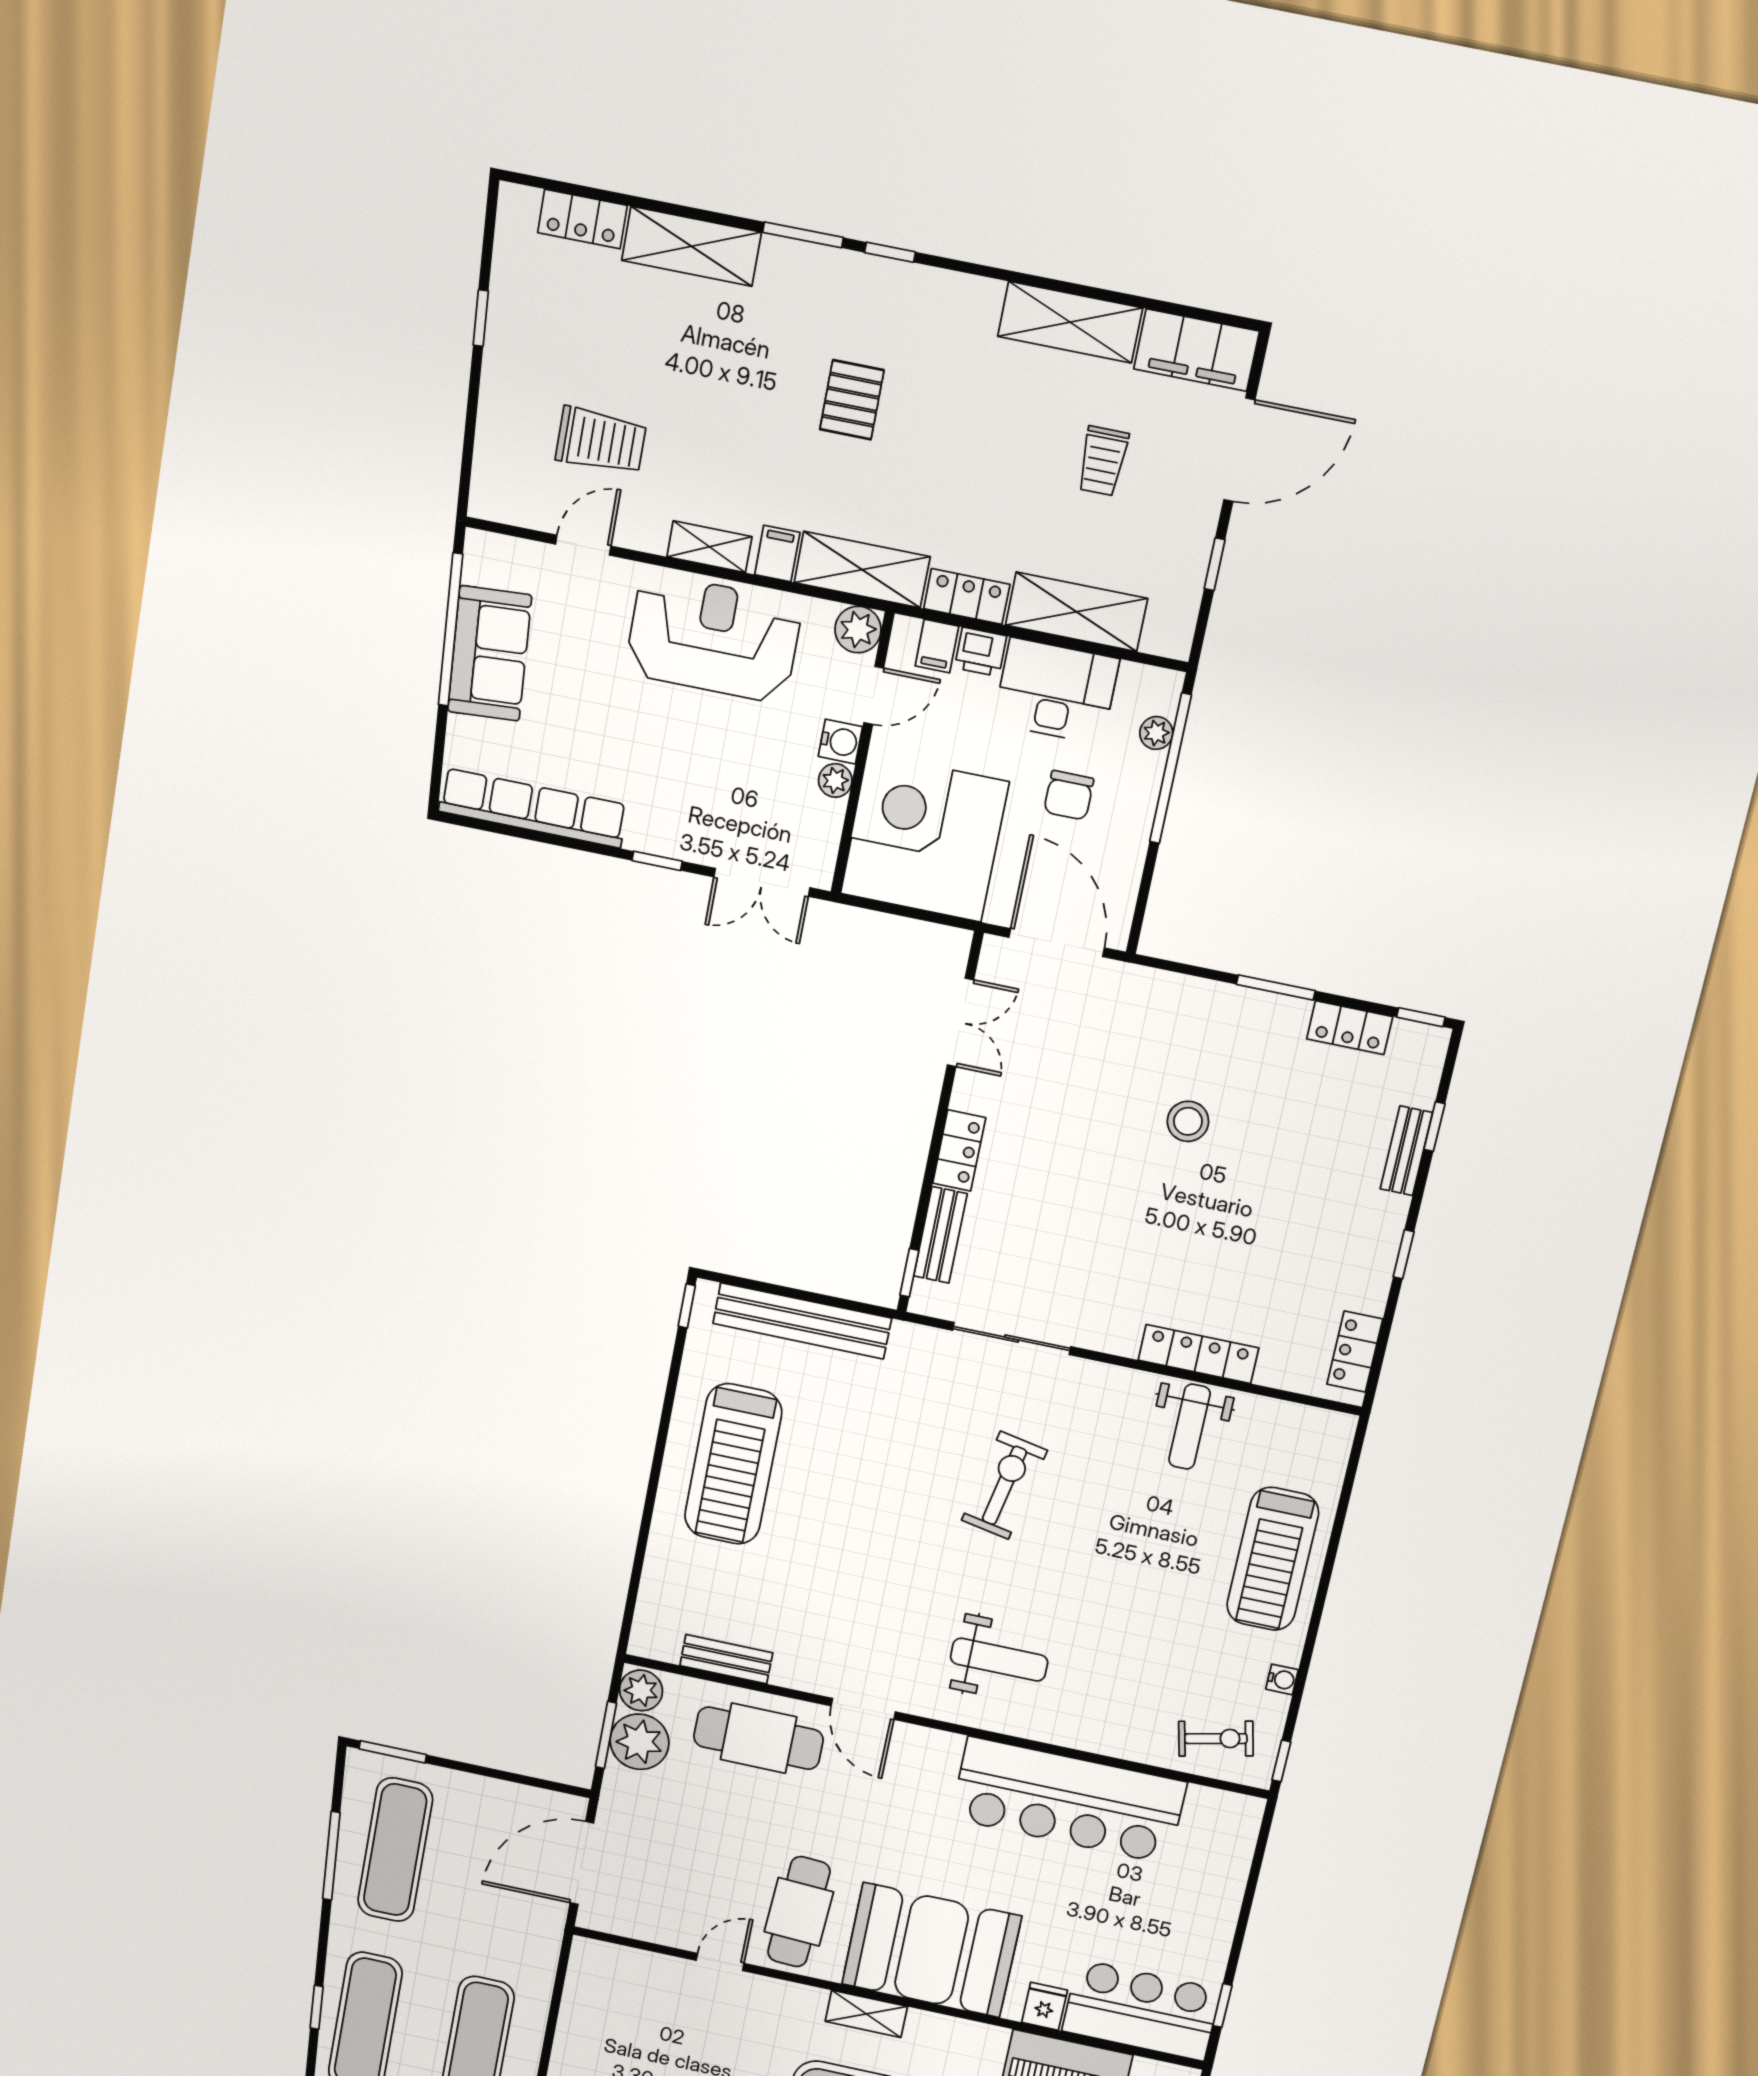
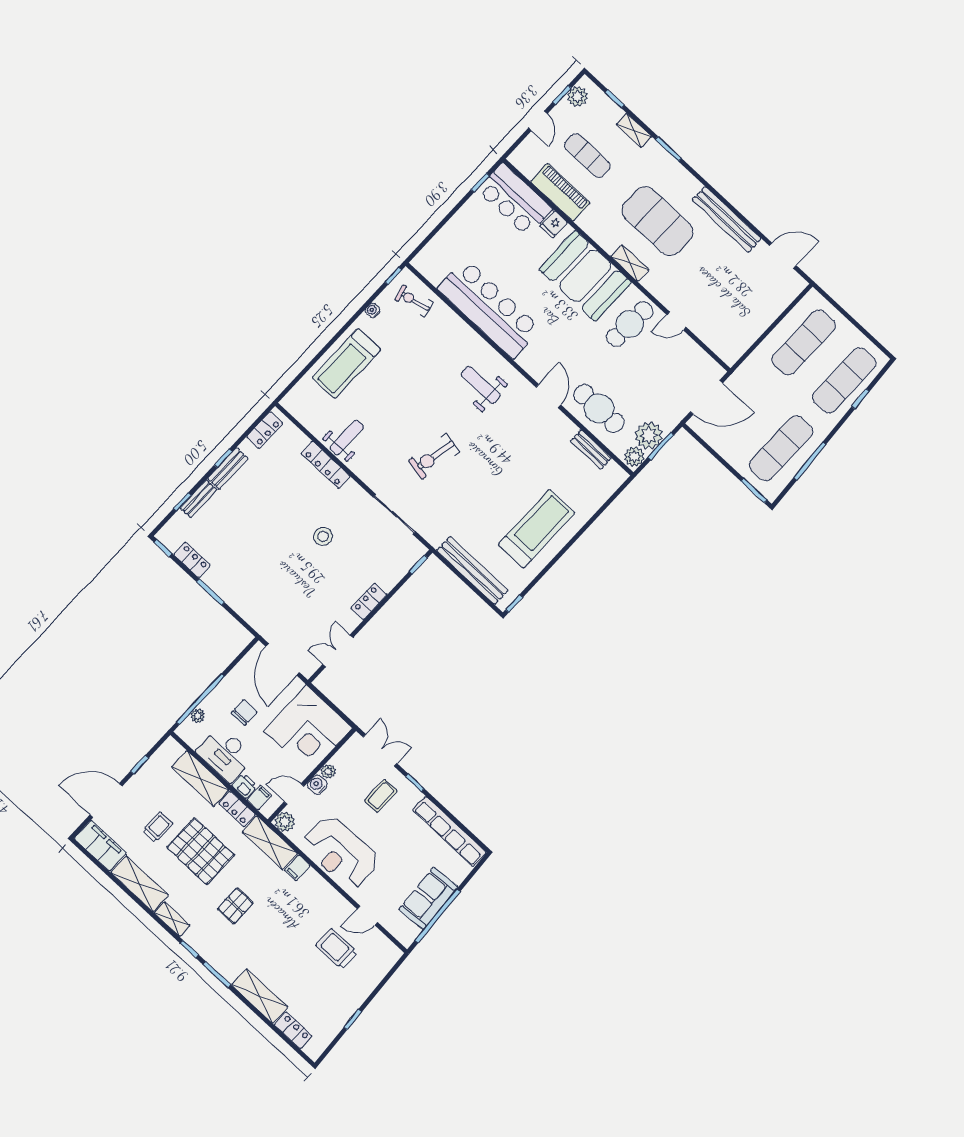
pallet: (988, 466) -> (201, 851), added
shelving: (709, 547) -> (172, 919), moved
coffee table: (705, 796) -> (381, 796), added
stool: (1188, 1121) -> (323, 536), moved
bench: (940, 1235) -> (228, 468), moved
treadmill: (1273, 1559) -> (346, 364), turned 180

